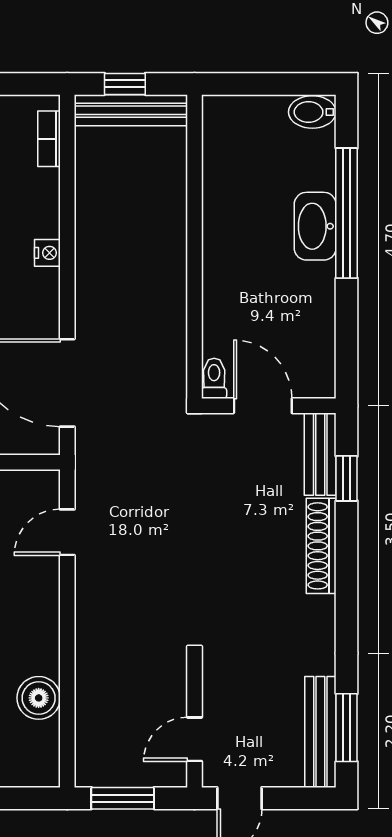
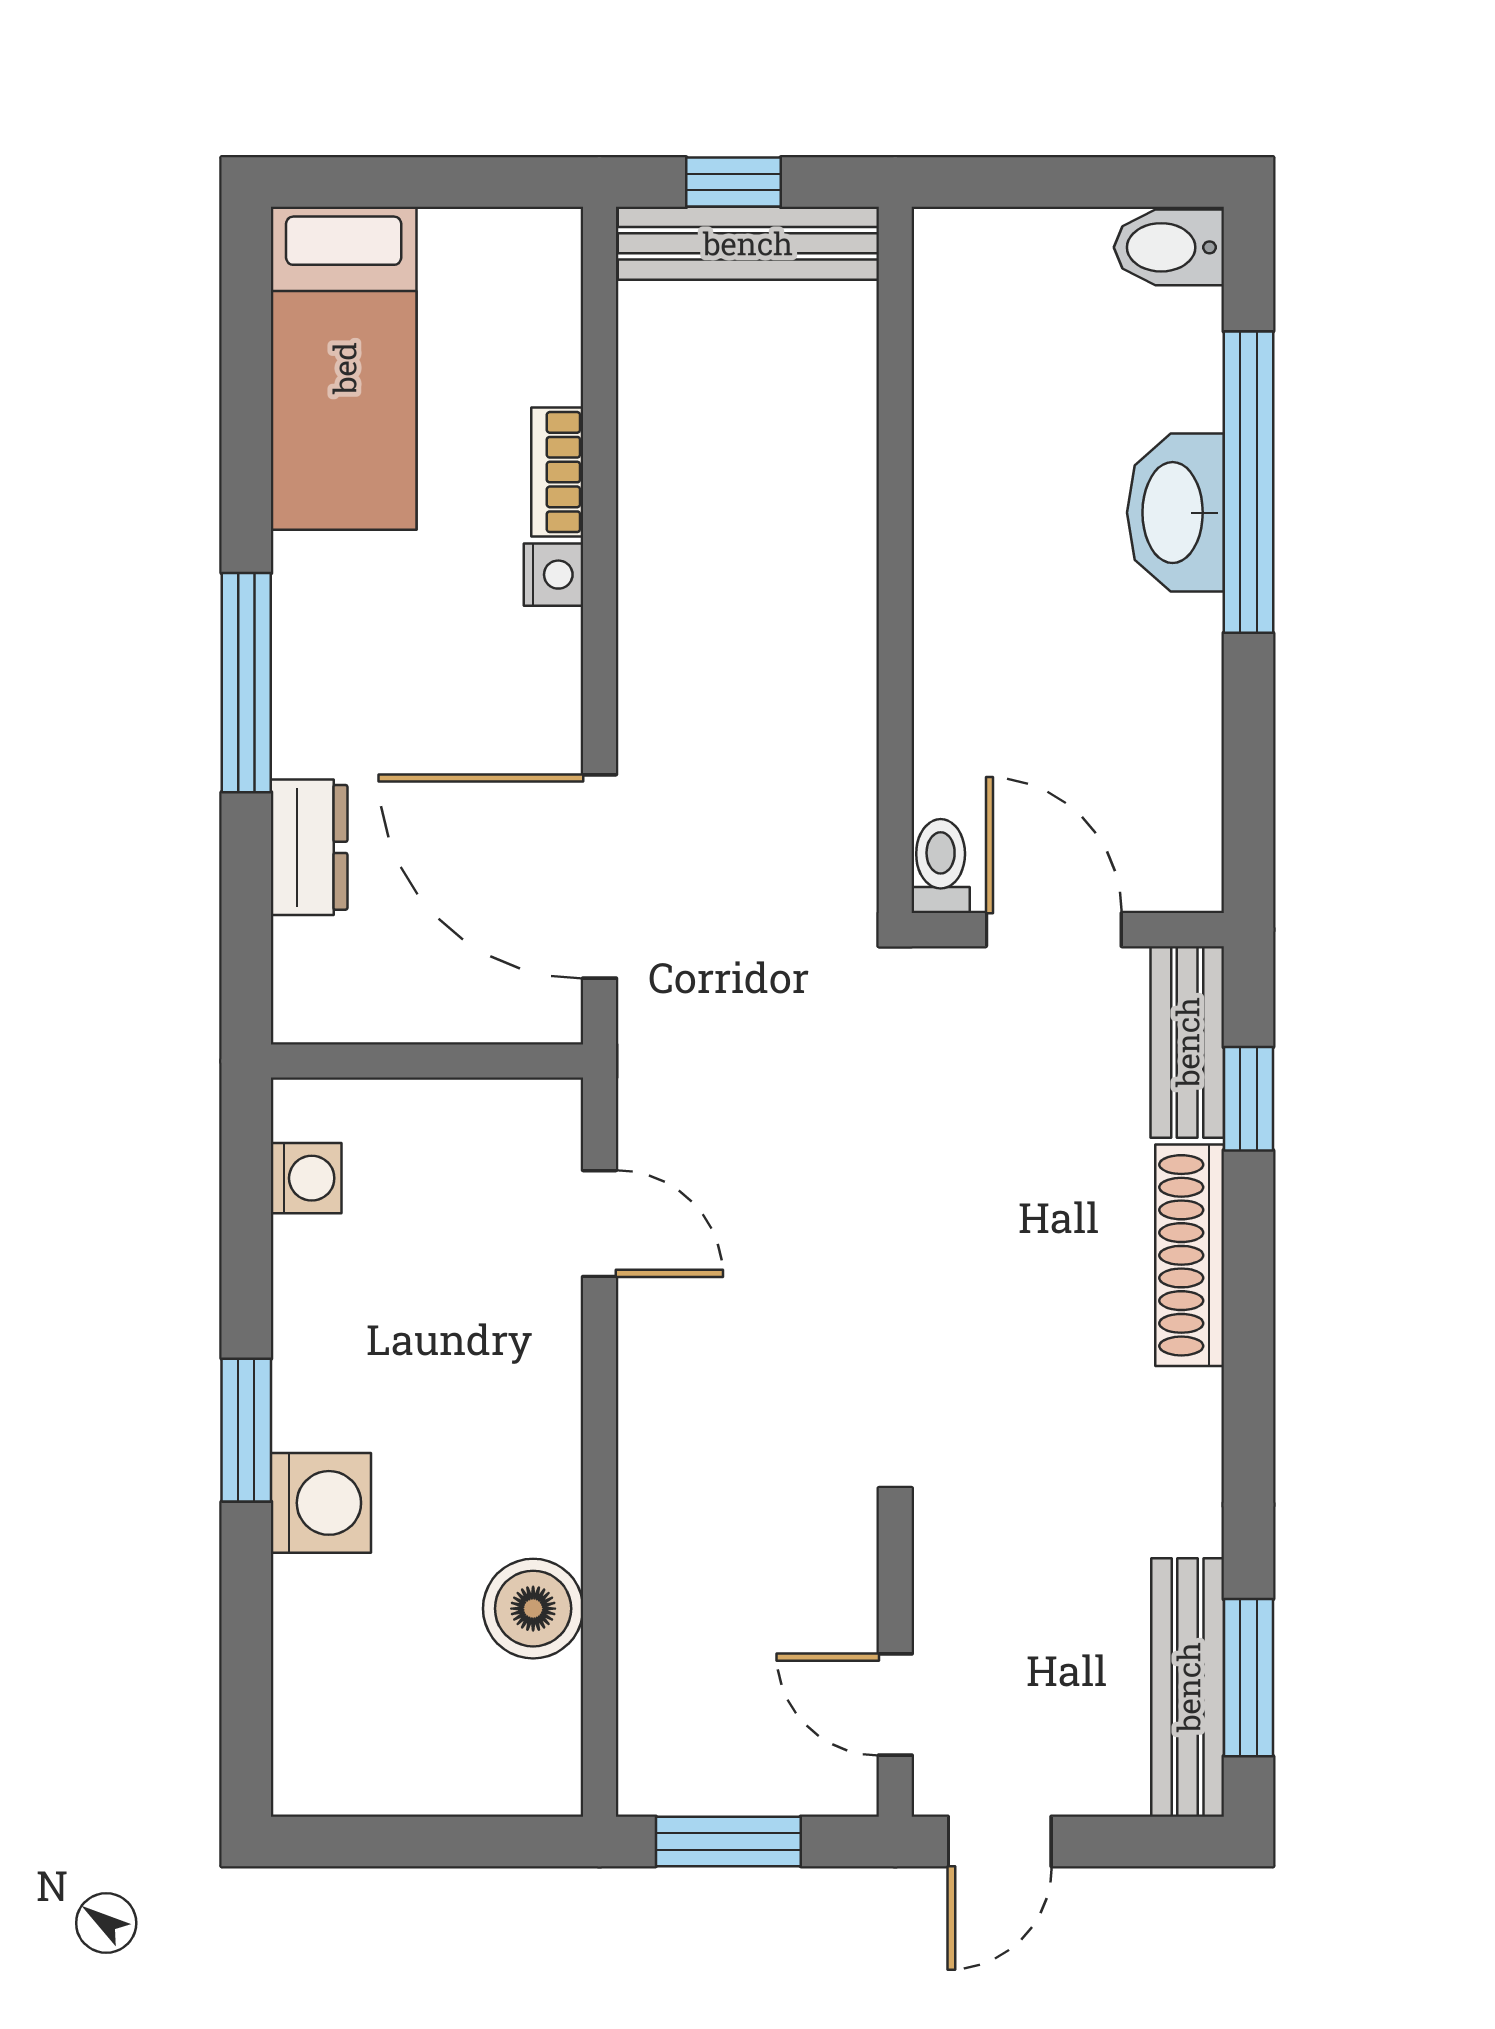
bookcase: (49, 139) -> (557, 472), moved
door: (67, 532) -> (599, 1224), swing flipped
door: (195, 739) -> (895, 1705), hinge flipped

